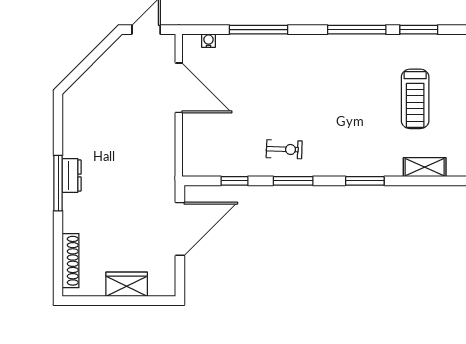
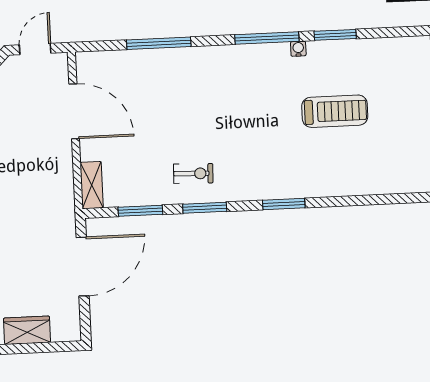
water cooler: (208, 41) -> (298, 49), moved
treadmill: (415, 99) -> (335, 111), turned -90
shelving: (425, 167) -> (92, 185), moved, turned 90
window: (235, 181) -> (140, 211), width x1.50

